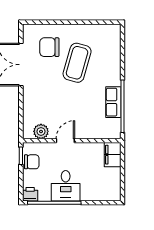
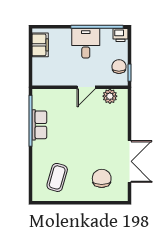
chair: (49, 47) -> (102, 178), turned -90
coffee table: (77, 63) -> (57, 177), moved, width x0.73, depth x0.76
filing cabinet: (113, 155) -> (40, 45), moved
chair: (32, 162) -> (119, 67), turned 90

